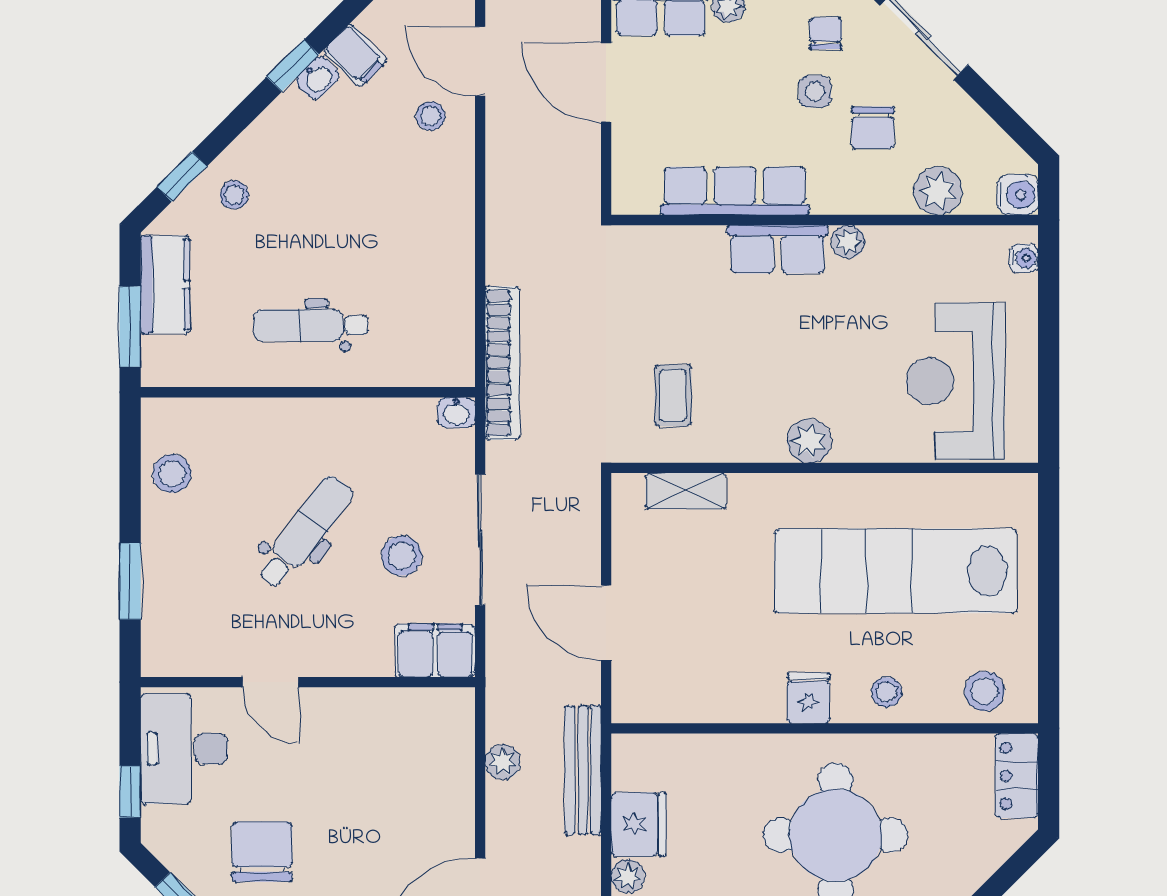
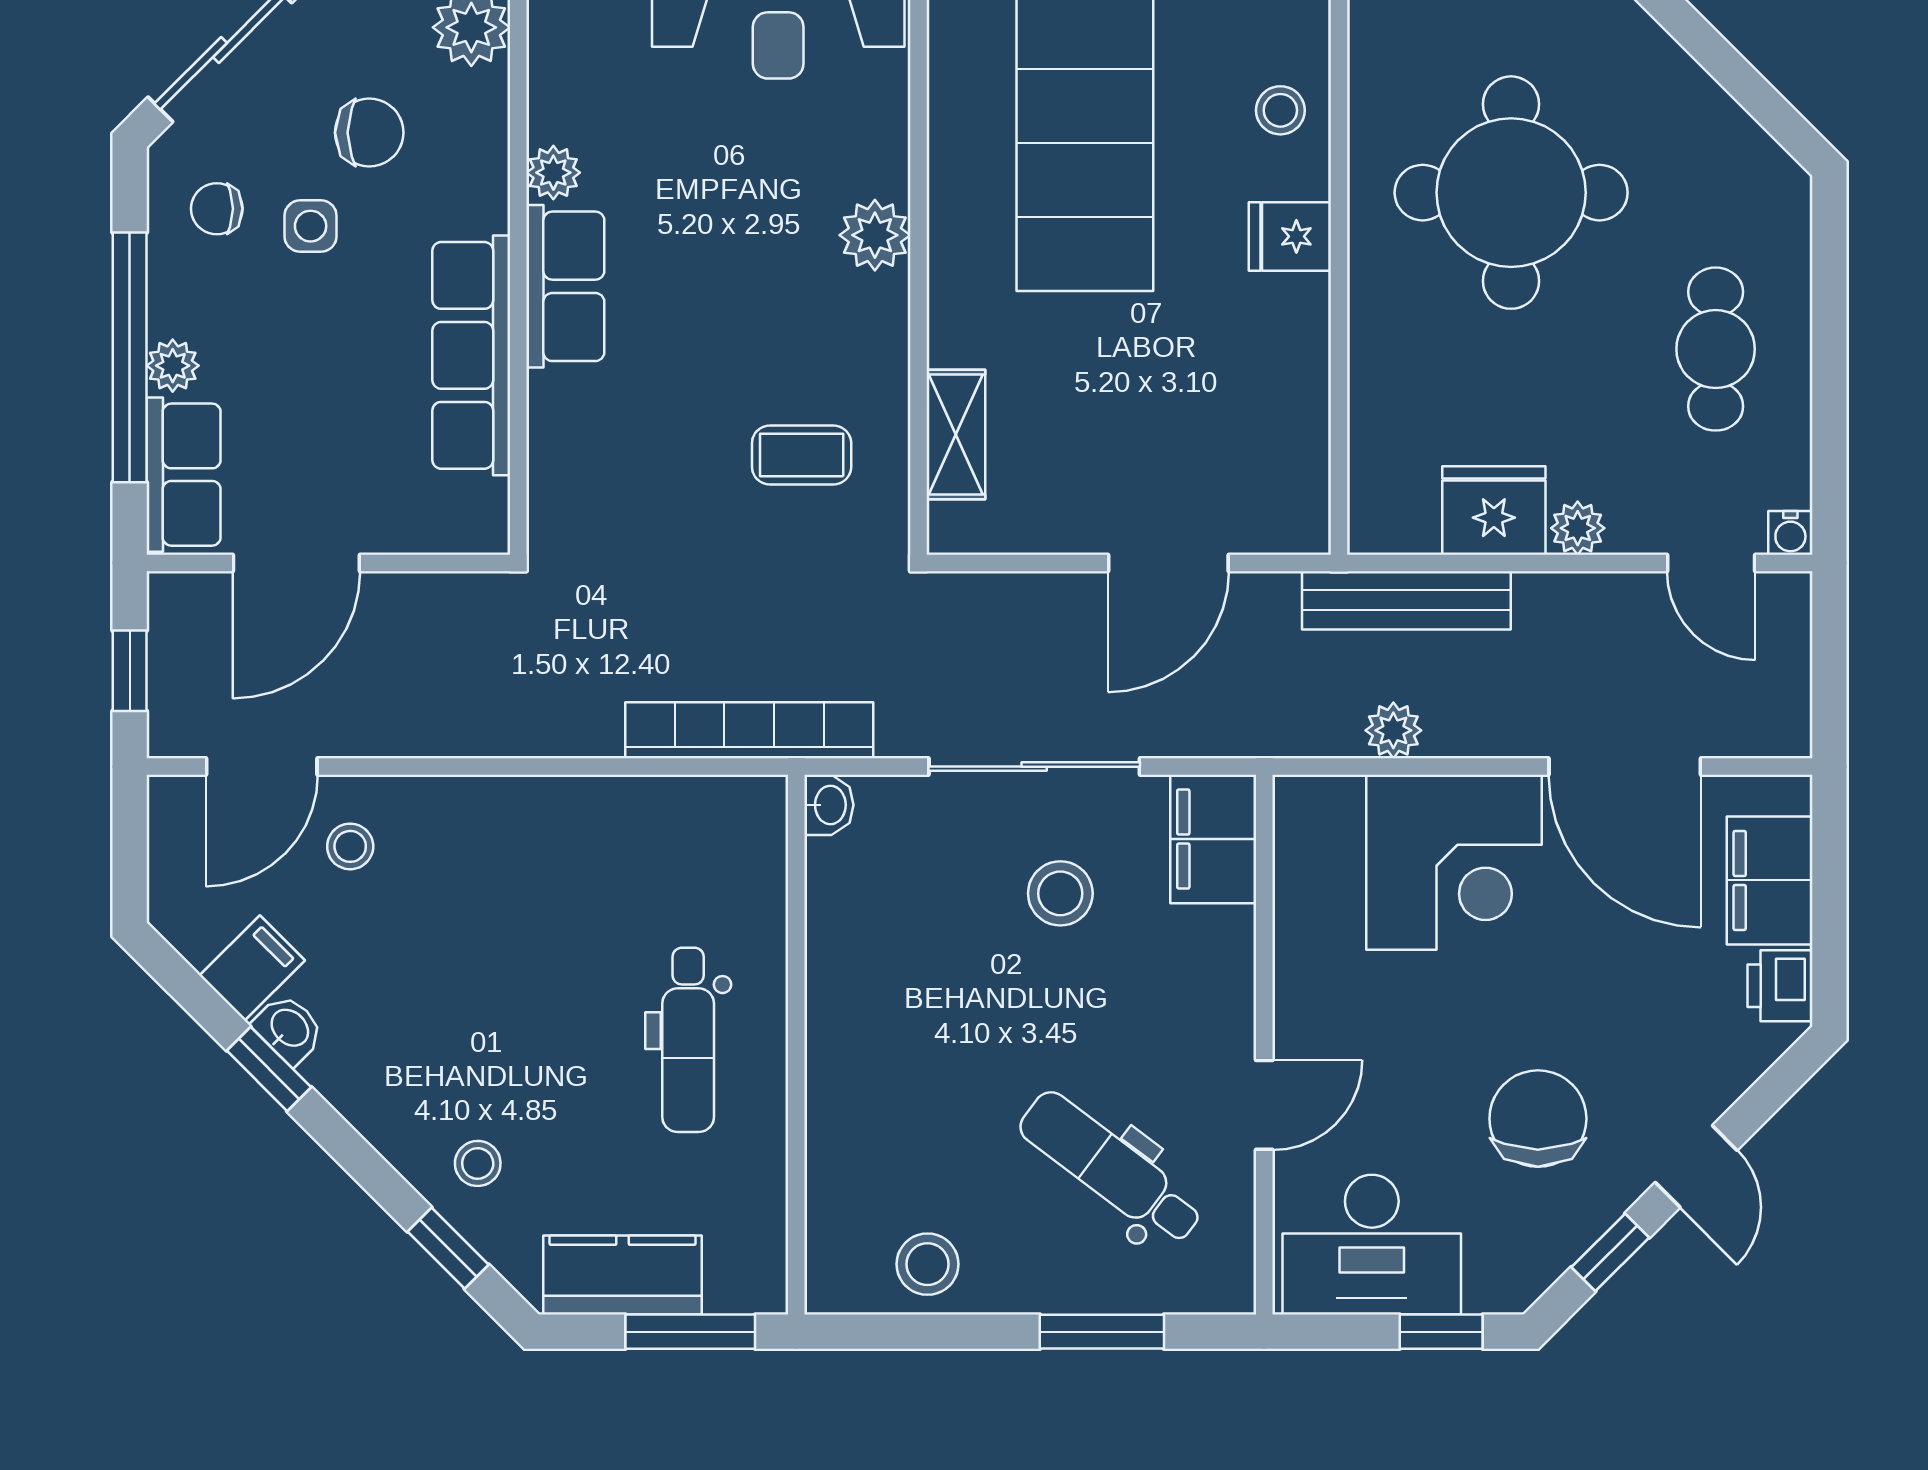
dental chair: (305, 532) -> (1111, 1168), moved
corner desk: (421, 800) -> (1454, 862), added
chair: (262, 852) -> (1538, 1119), turned 90

